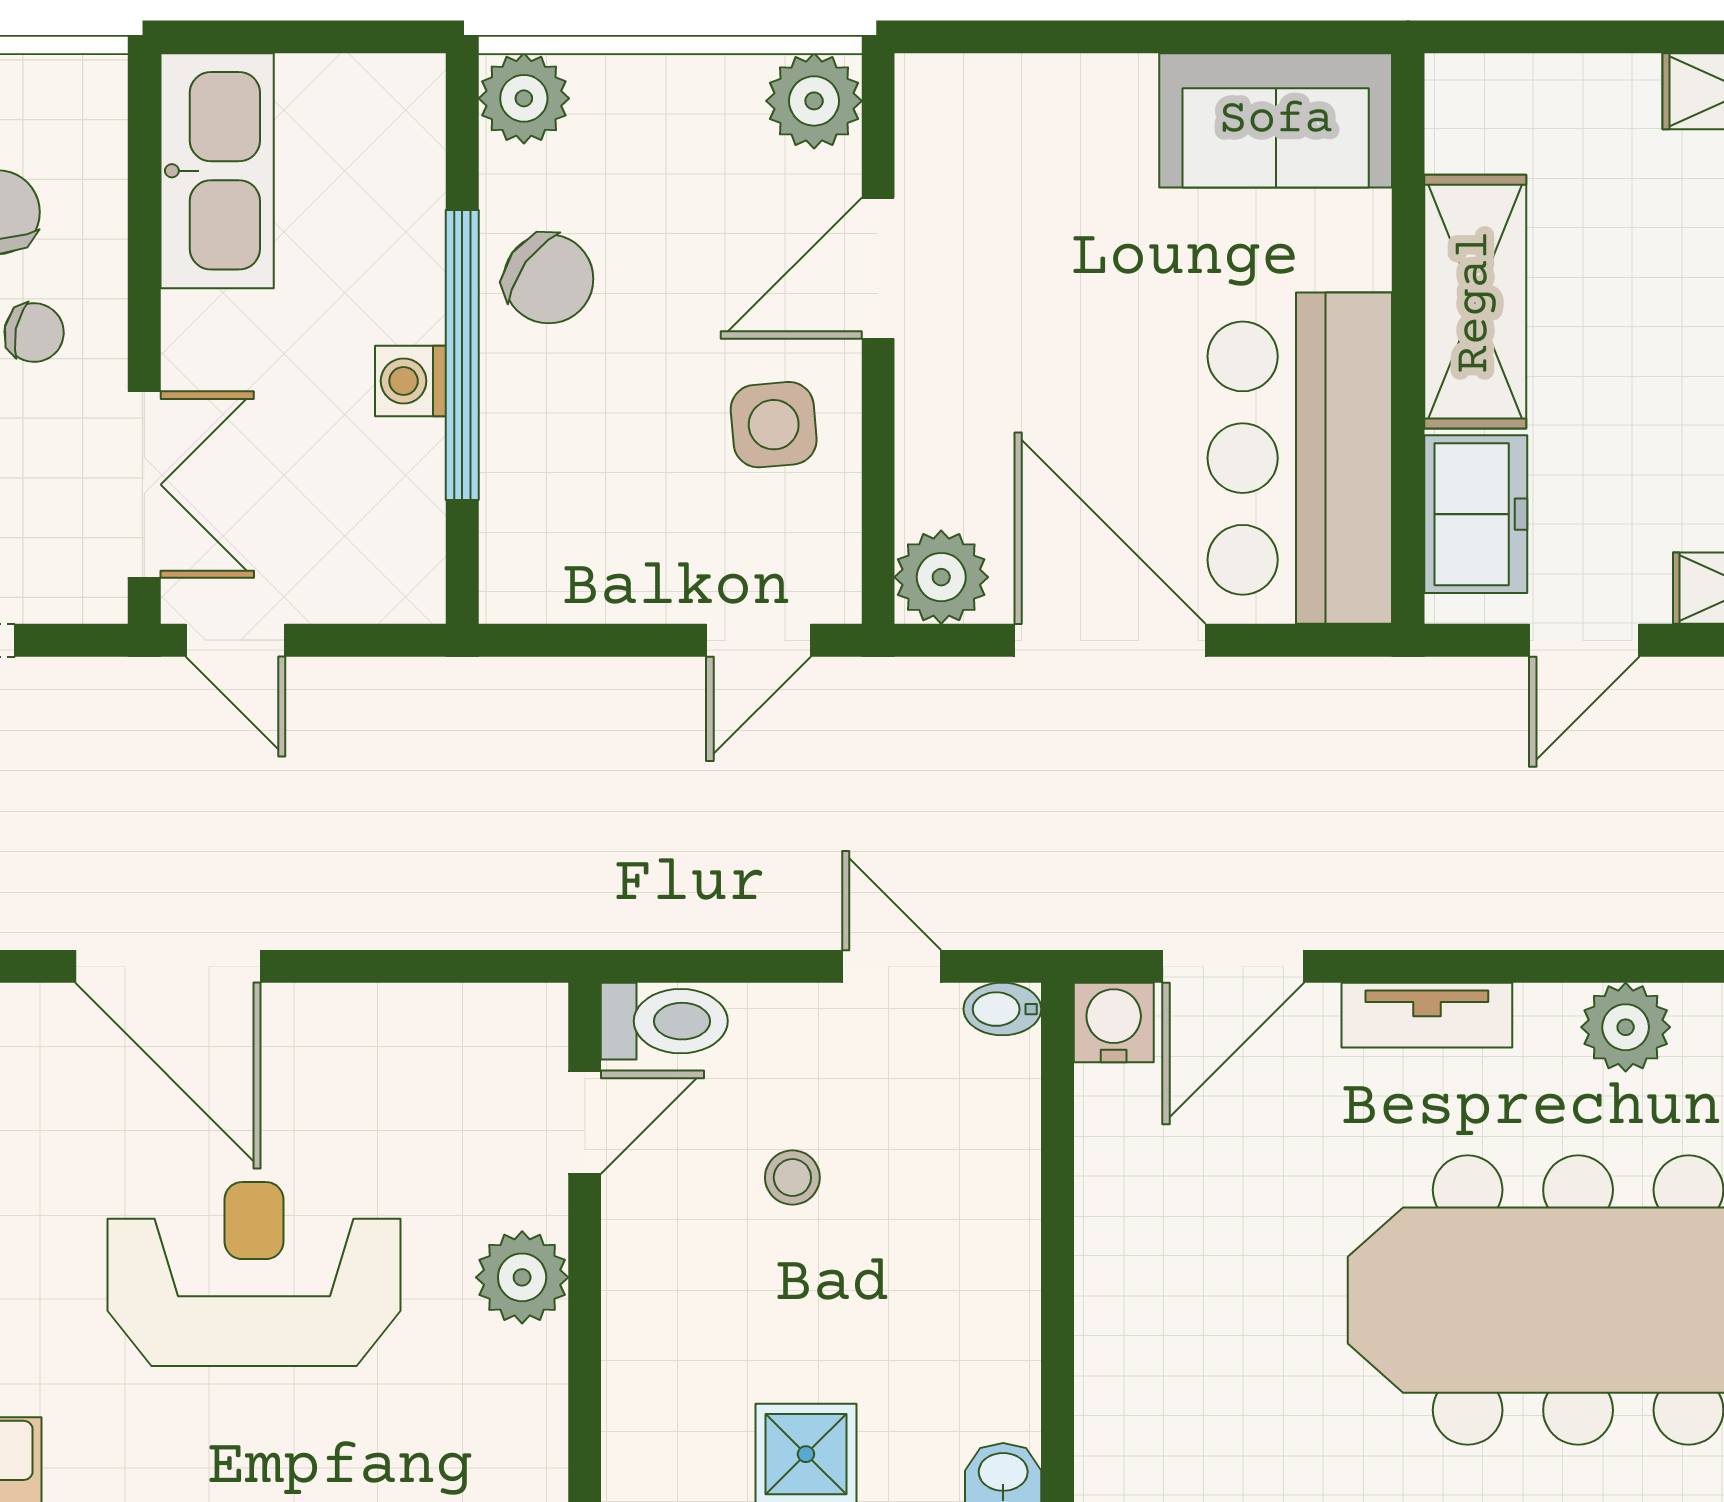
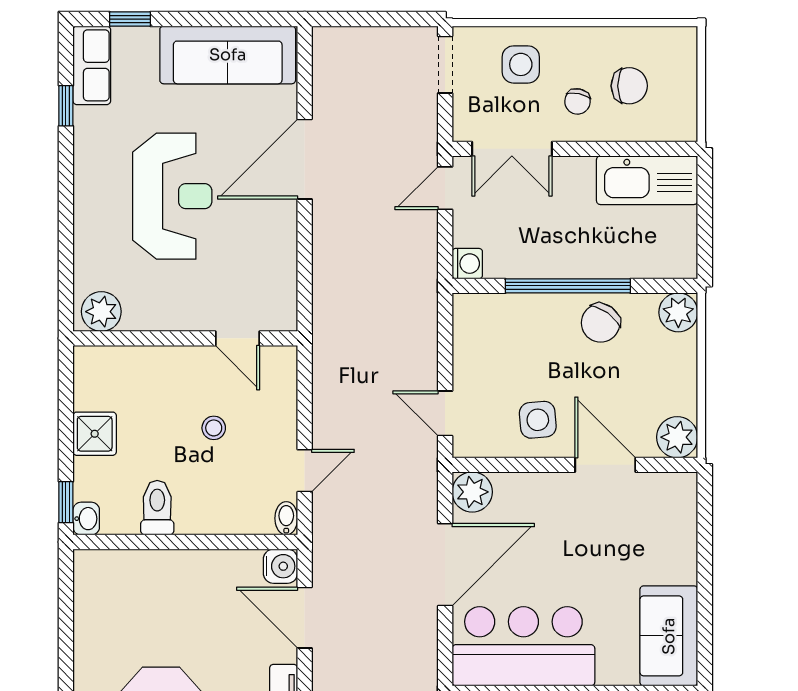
washing machine: (411, 381) -> (467, 264), moved, turned 90
toilet: (664, 1021) -> (157, 508), moved, turned 180
plant: (522, 1277) -> (101, 312), moved

